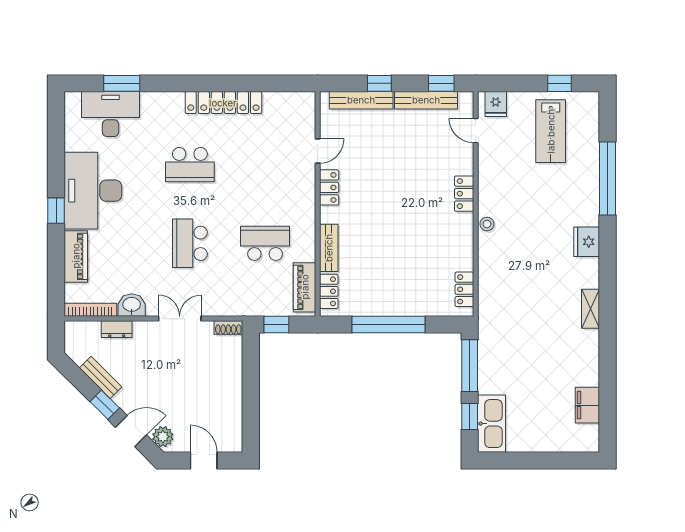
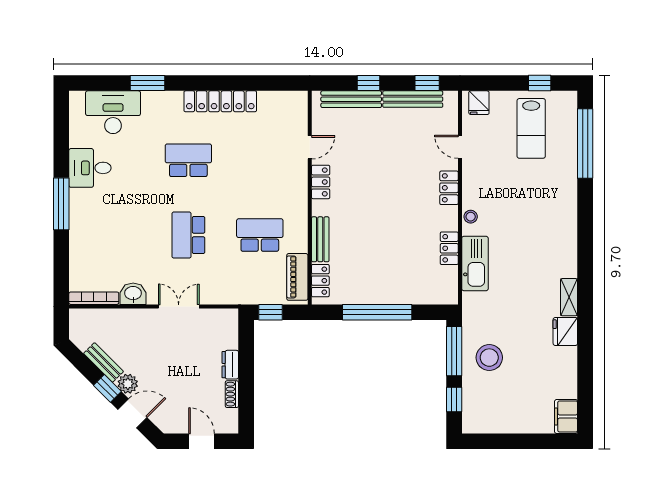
window: (122, 83) -> (147, 83), moved
door: (476, 131) -> (460, 147), moved
school desk: (190, 165) -> (188, 160), turned 180
window: (607, 178) -> (585, 143), moved
desk: (93, 191) -> (90, 168), width x0.53, depth x0.77
window: (56, 211) -> (61, 204), width x2.17
fridge: (587, 242) -> (565, 331), moved
piano: (76, 256) -> (80, 248), removed
locker: (464, 289) -> (449, 248), moved
shoe rack: (228, 327) -> (232, 394), moved, turned 90
dresser: (117, 329) -> (230, 365), moved, turned 90
stool: (507, 372) -> (489, 358), added
filing cabinet: (587, 405) -> (566, 416), moved
kitchen sink: (492, 424) -> (475, 263), moved
plant: (163, 437) -> (128, 384), moved

